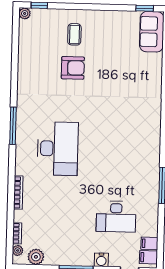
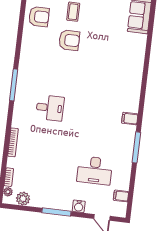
armchair: (35, 44) -> (39, 17), added
desk: (58, 149) -> (50, 108), width x0.53, depth x0.77
filing cabinet: (148, 257) -> (130, 119), moved

